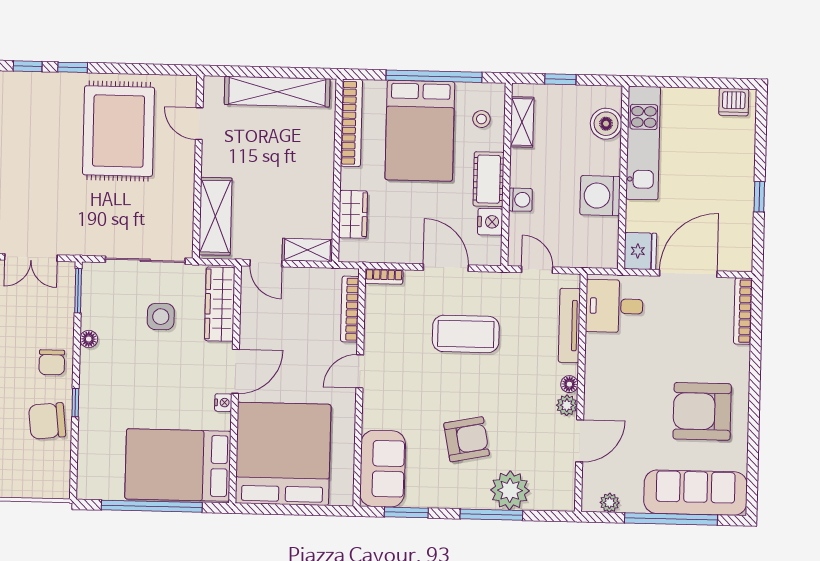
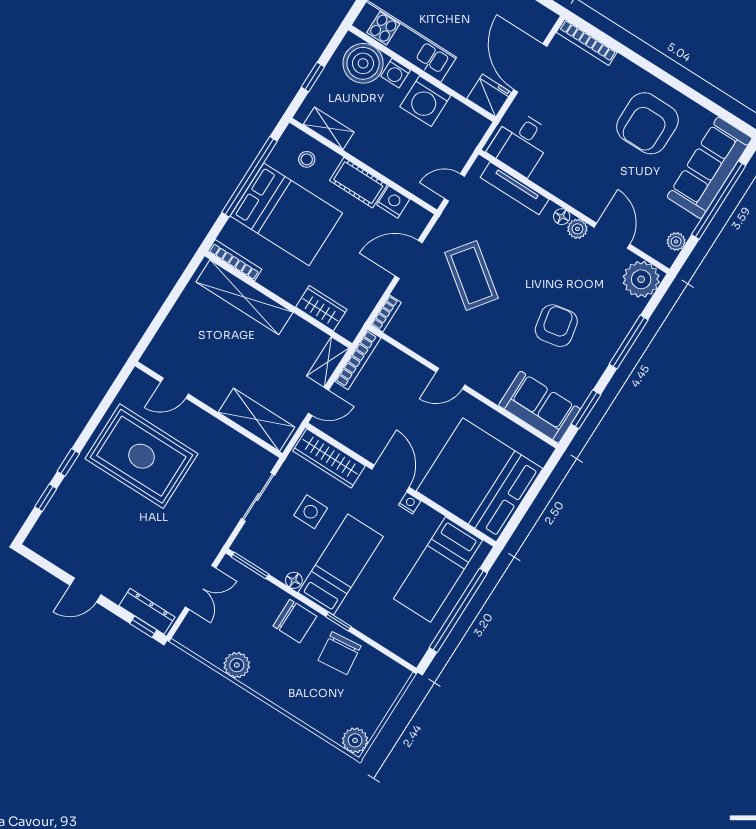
shelving: (277, 92) -> (244, 297), moved, turned 90
bookcase: (351, 123) -> (235, 260), width x0.68, depth x0.76
boiler: (606, 124) -> (363, 63), width x1.37, depth x1.37
washing machine: (520, 200) -> (396, 73), moved, turned 180
sliding door: (145, 260) -> (258, 497), width x0.73
bookcase: (350, 309) -> (358, 360), moved, turned -90
coffee table: (466, 334) -> (471, 275), turned -53
chair: (52, 362) -> (295, 621), width x1.37, depth x1.37
door: (360, 371) -> (450, 378), hinge flipped
bed: (129, 373) -> (341, 565), added
bed: (178, 465) -> (438, 569), width x0.67
plant: (510, 490) -> (641, 279), moved

